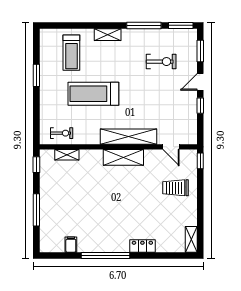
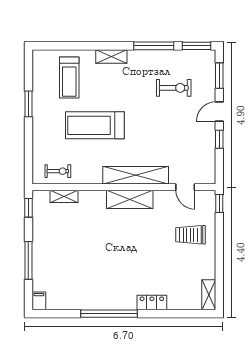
filing cabinet: (71, 245) -> (39, 301), moved

